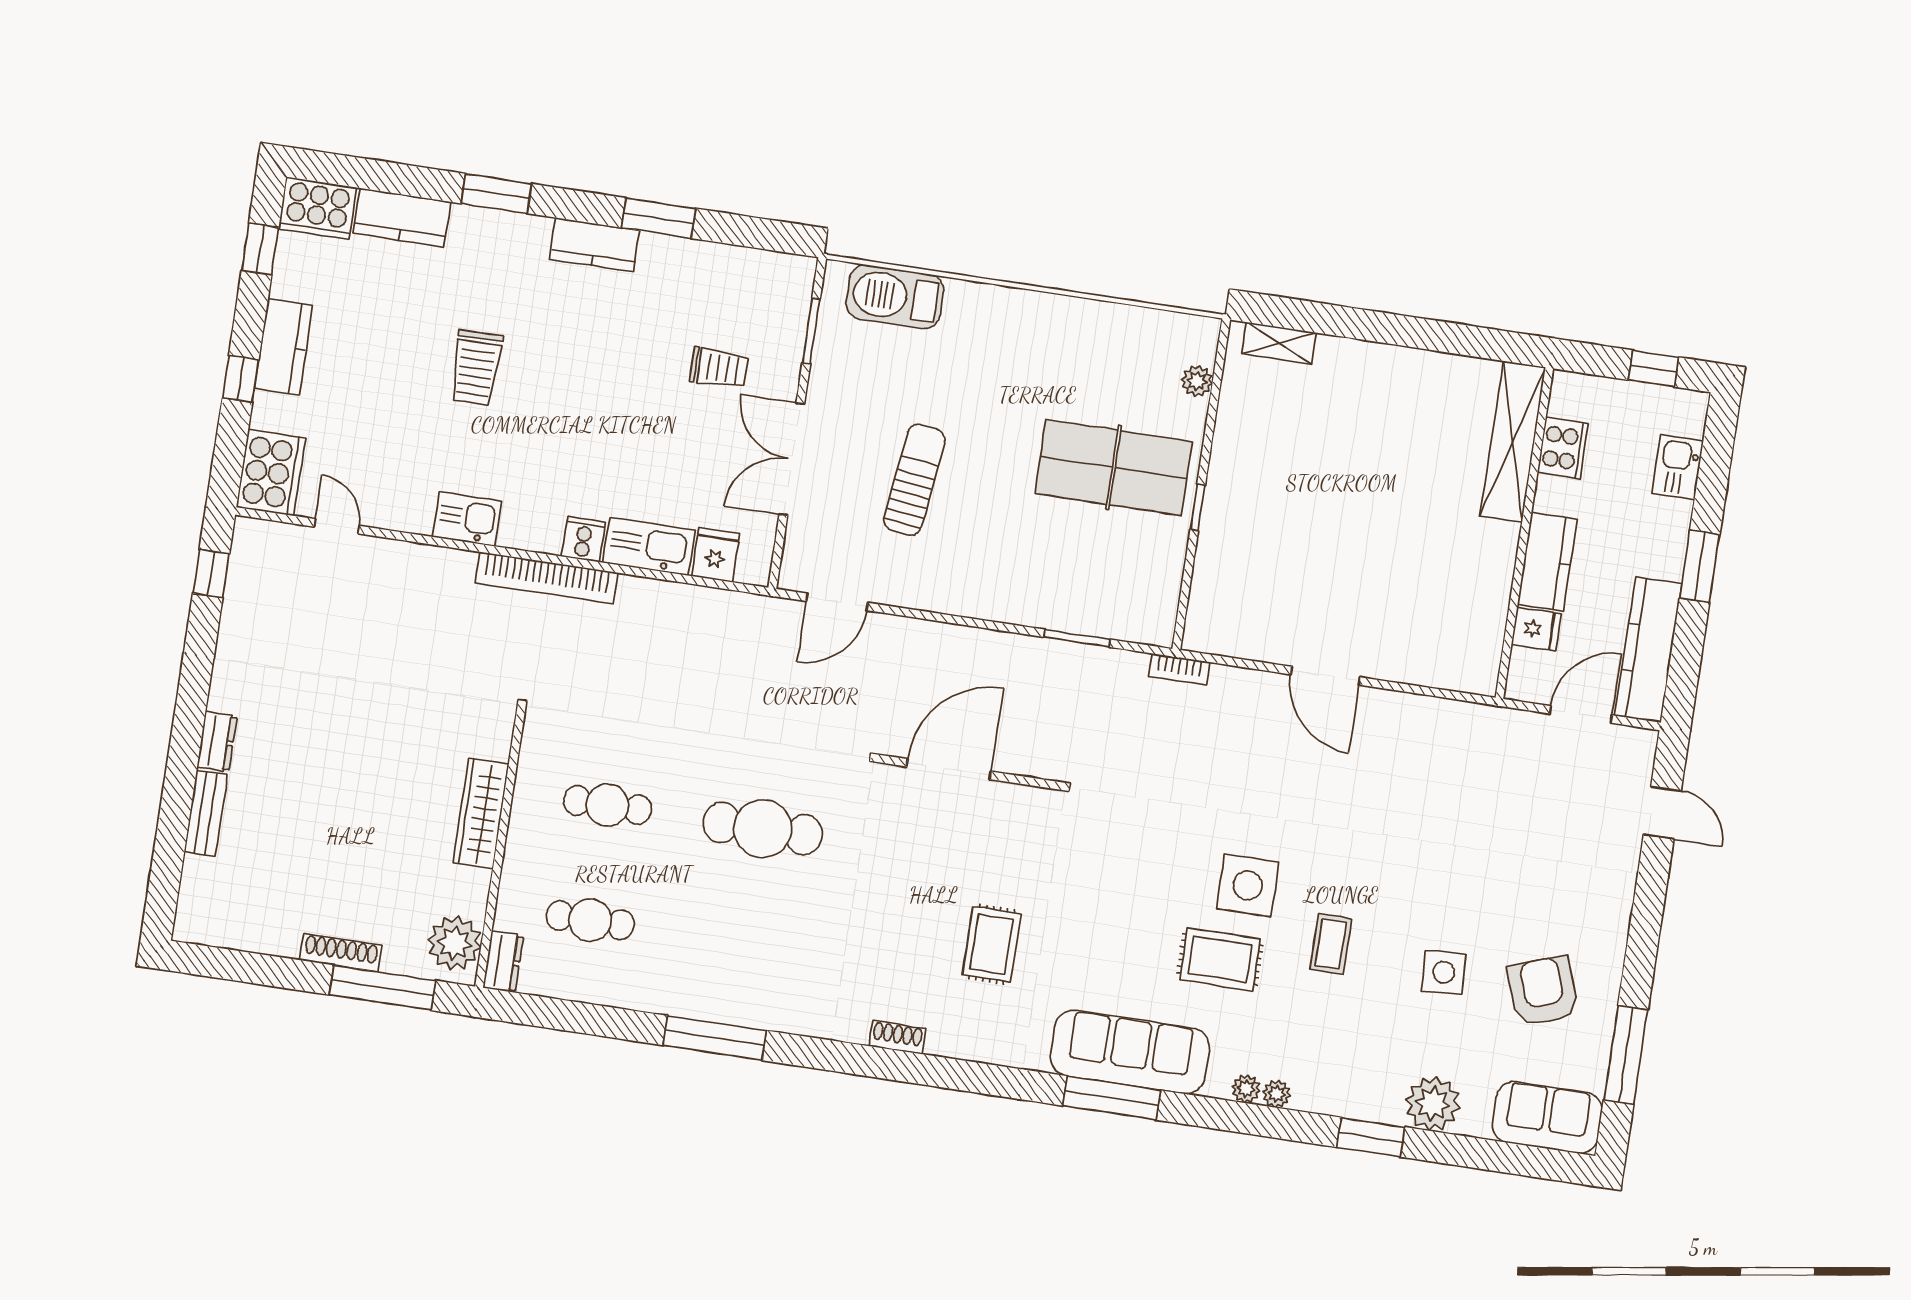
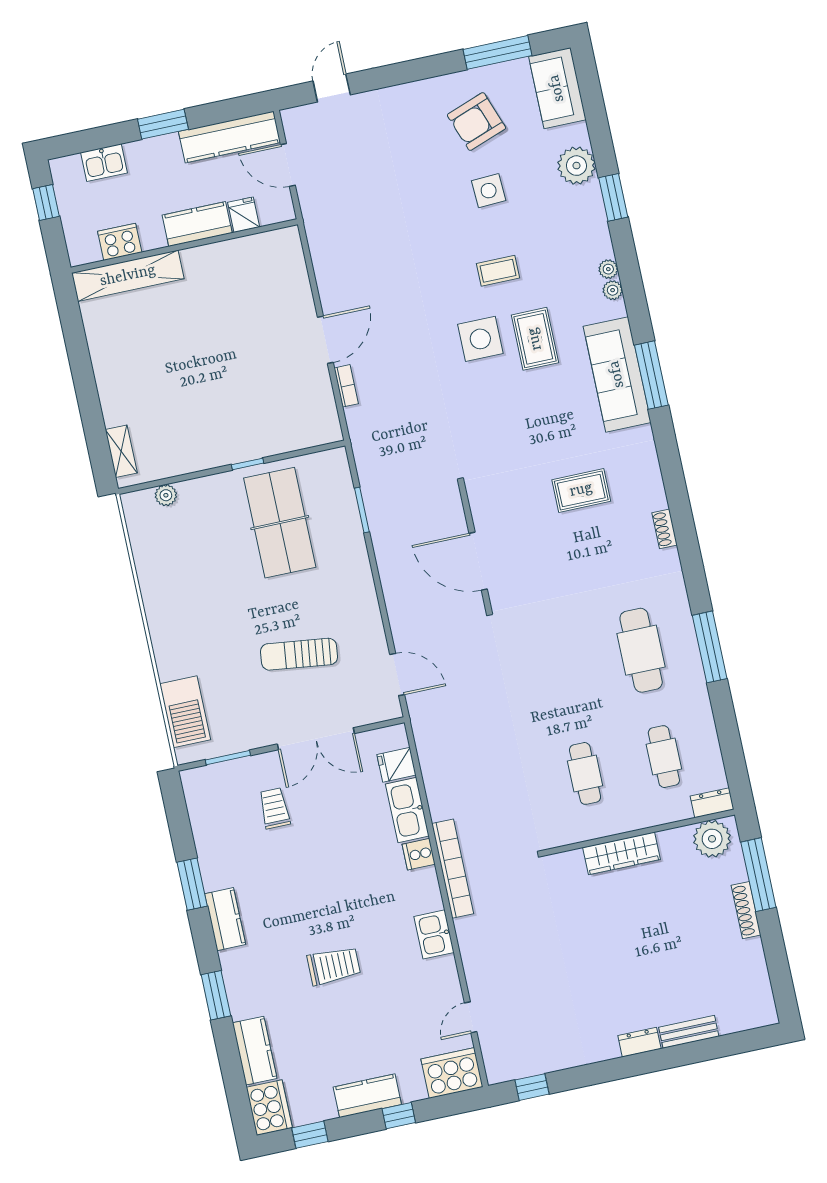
table tennis table: (1114, 467) -> (280, 523), moved
bookcase: (1179, 669) -> (346, 386), moved
cafe table: (763, 829) -> (641, 650), moved

